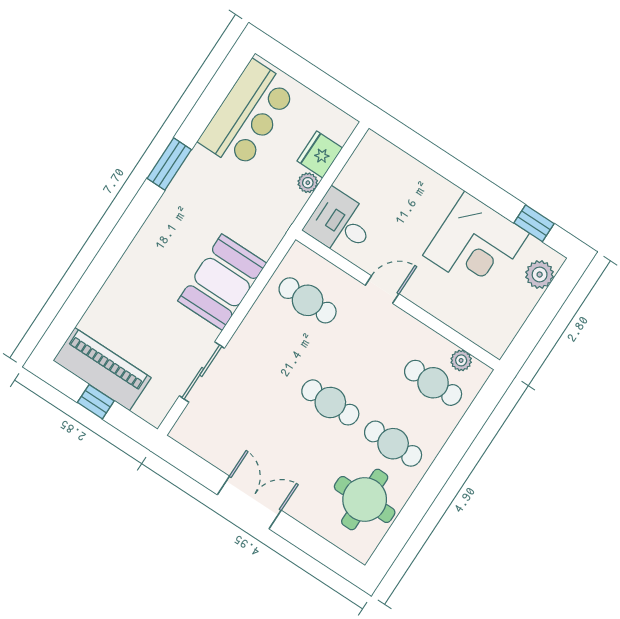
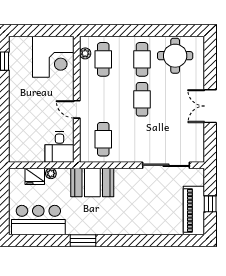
corner desk: (476, 244) -> (53, 57), moved, turned 90
plant: (540, 275) -> (24, 44), removed
booth: (222, 282) -> (92, 183), moved
sliding door: (202, 372) -> (166, 165), width x1.37

